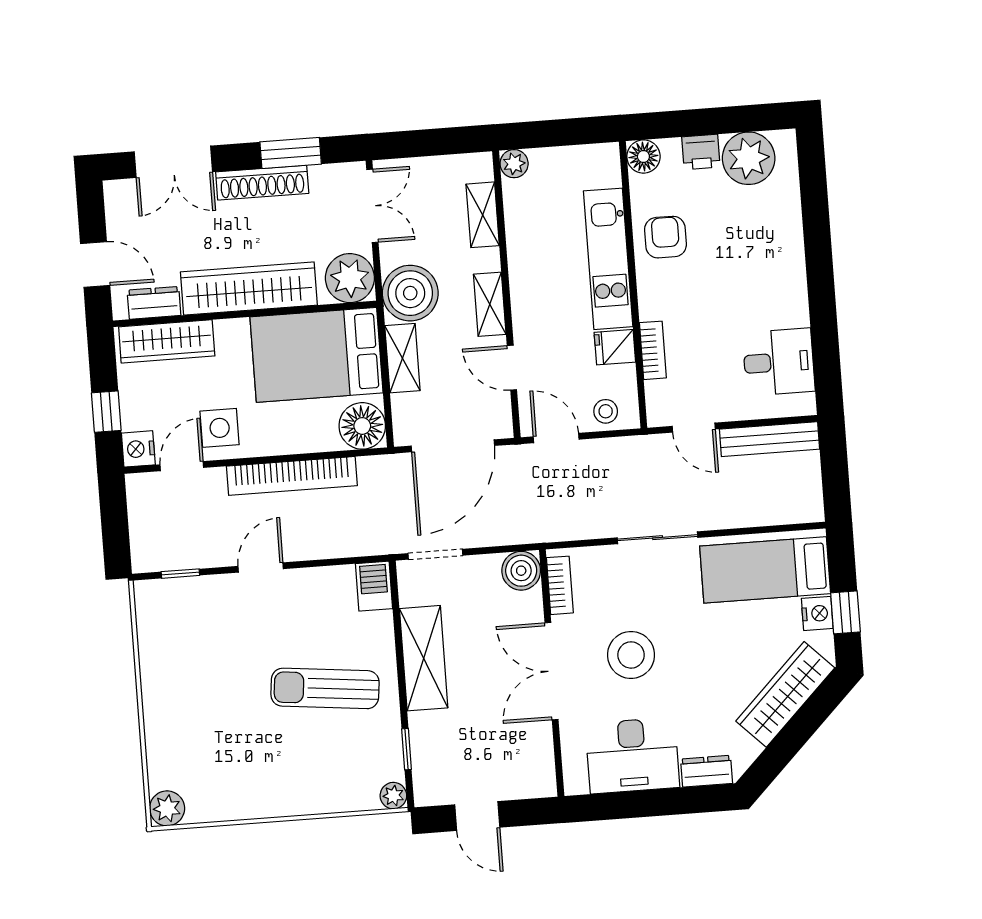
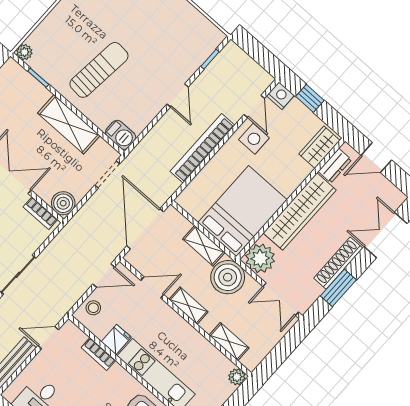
wardrobe: (167, 341) -> (319, 147), width x0.67
floor lamp: (362, 426) -> (193, 199), removed

